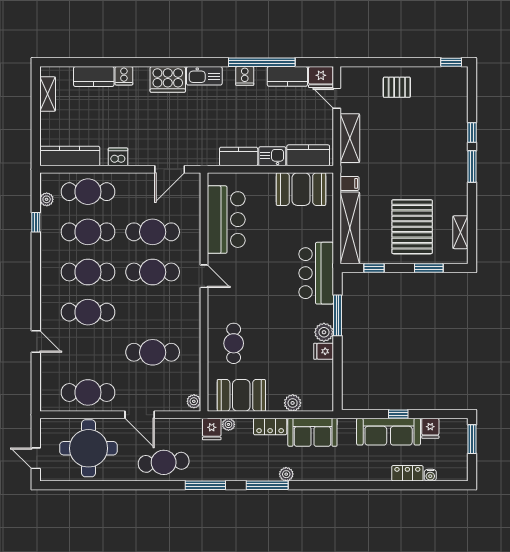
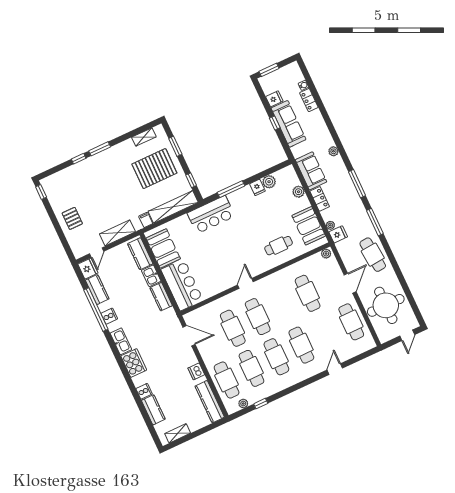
bar counter: (226, 220) -> (182, 285), moved, turned 90
plant: (324, 332) -> (269, 182), moved
plant: (286, 474) -> (333, 151), moved

